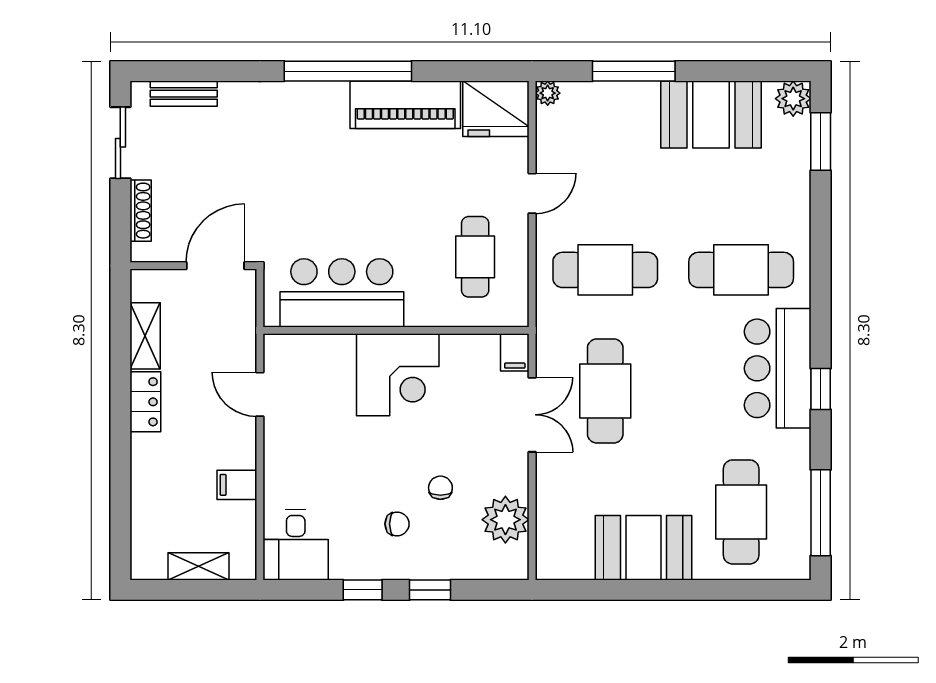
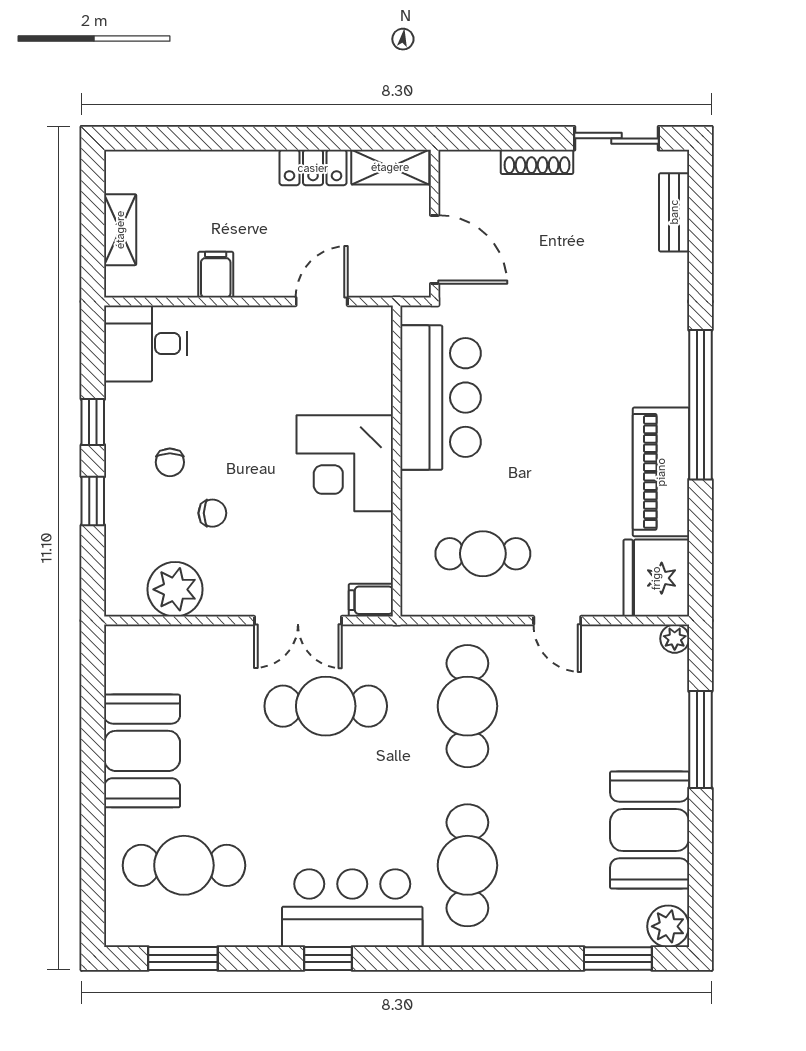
wall: (193, 266) -> (435, 224), moved
door: (215, 266) -> (435, 249), moved
window: (821, 513) -> (183, 958), width x0.69

